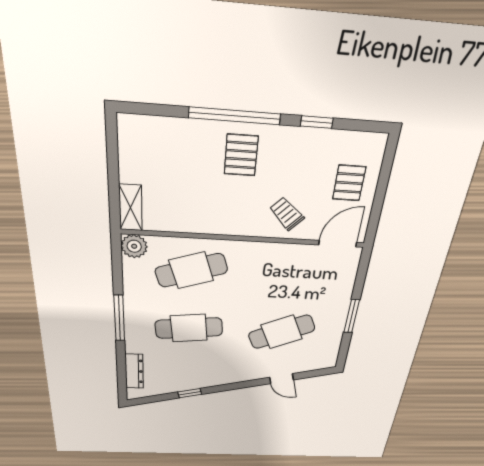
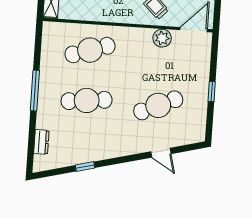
plant: (134, 246) -> (162, 38), moved
window: (352, 316) -> (212, 92), width x0.67
dresser: (134, 371) -> (41, 142), width x0.70

